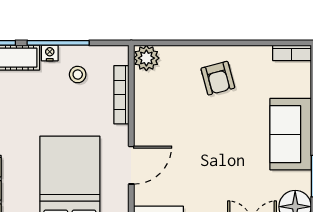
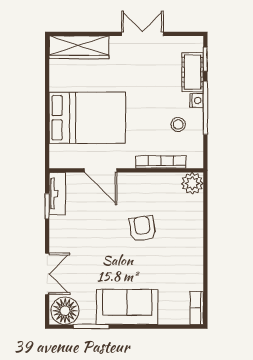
armchair: (218, 78) -> (142, 229), moved, turned 97

